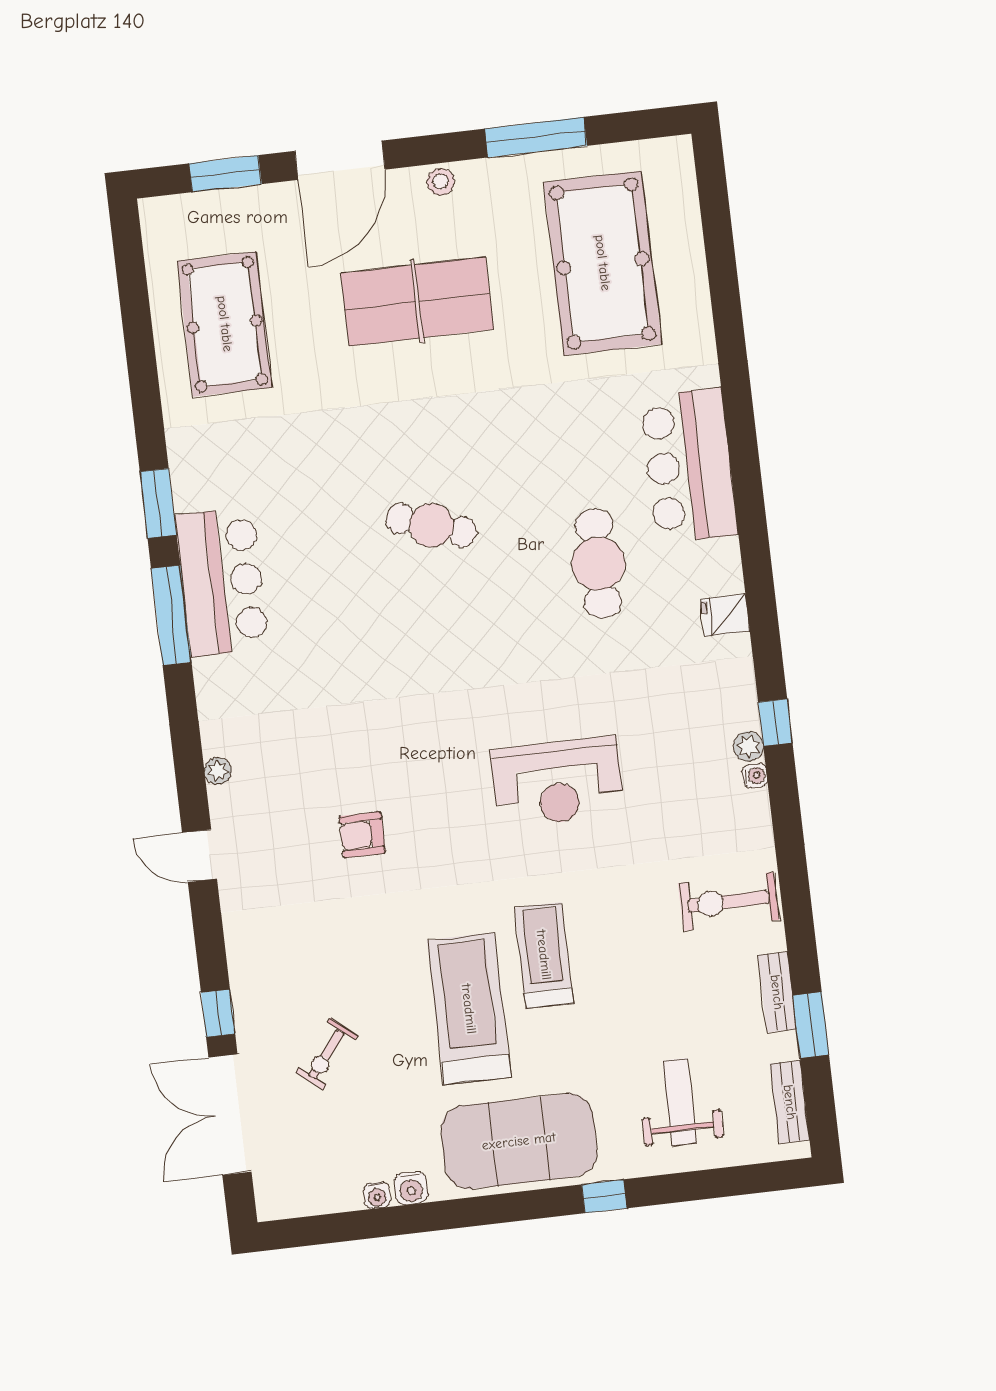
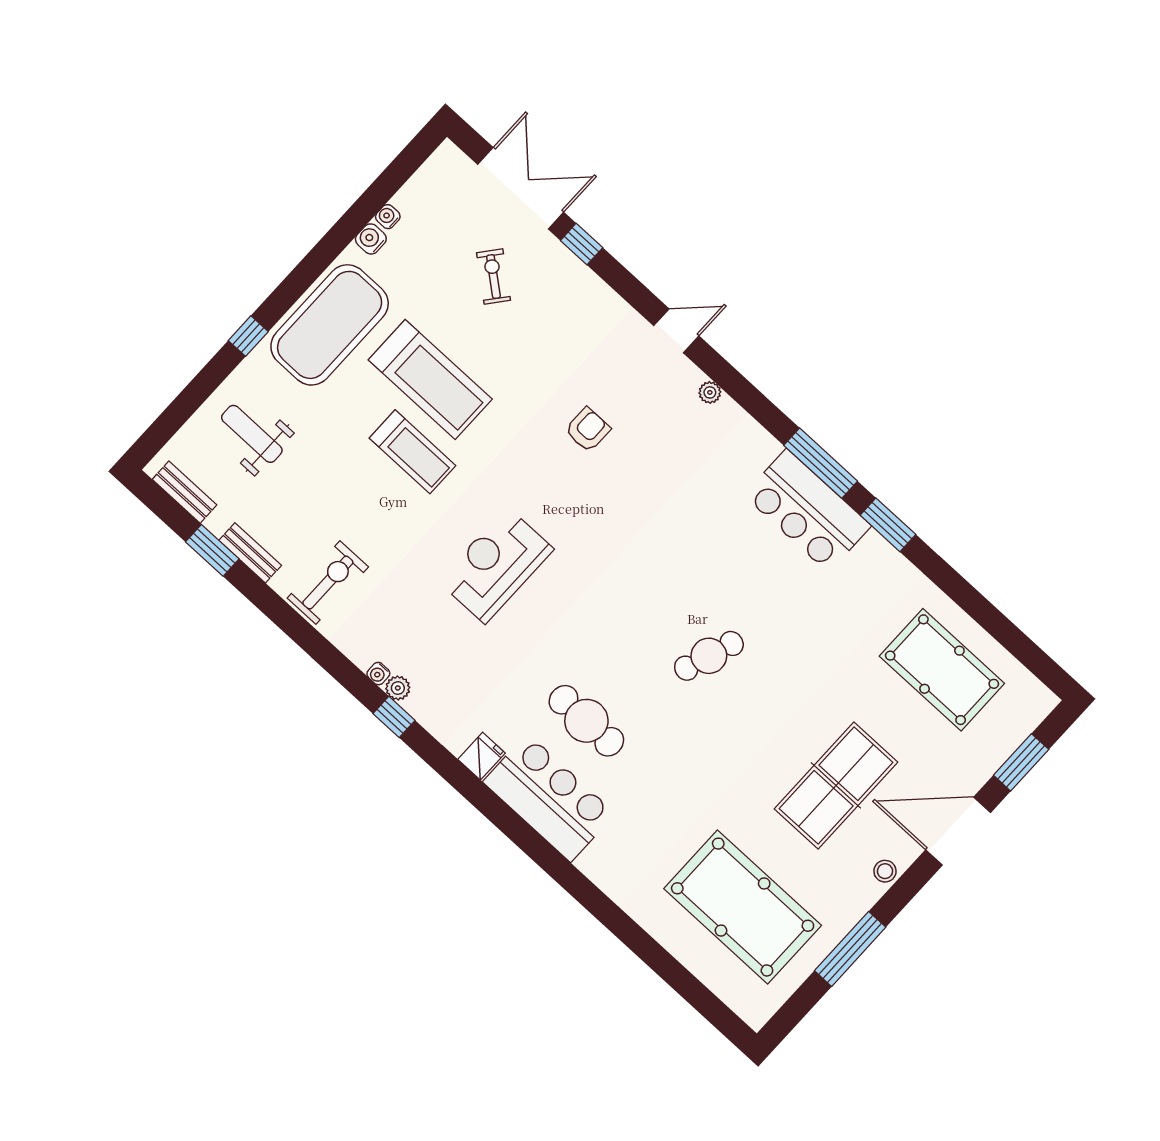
door: (340, 160) -> (958, 831), hinge flipped
bar counter: (689, 466) -> (549, 798), moved
weight bench: (680, 1102) -> (252, 434), turned 180

